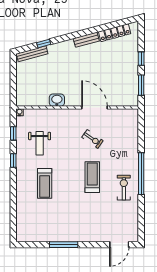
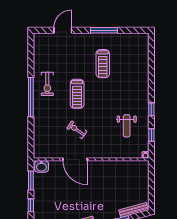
washbasin: (57, 100) -> (41, 166), moved
weight bench: (40, 143) -> (127, 126), turned 180
treadmill: (45, 183) -> (103, 64), moved, turned 180
door: (119, 245) -> (63, 30), moved

